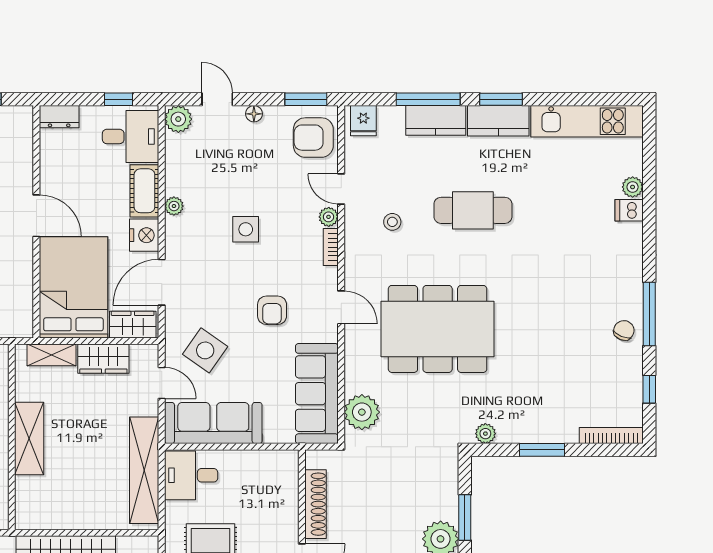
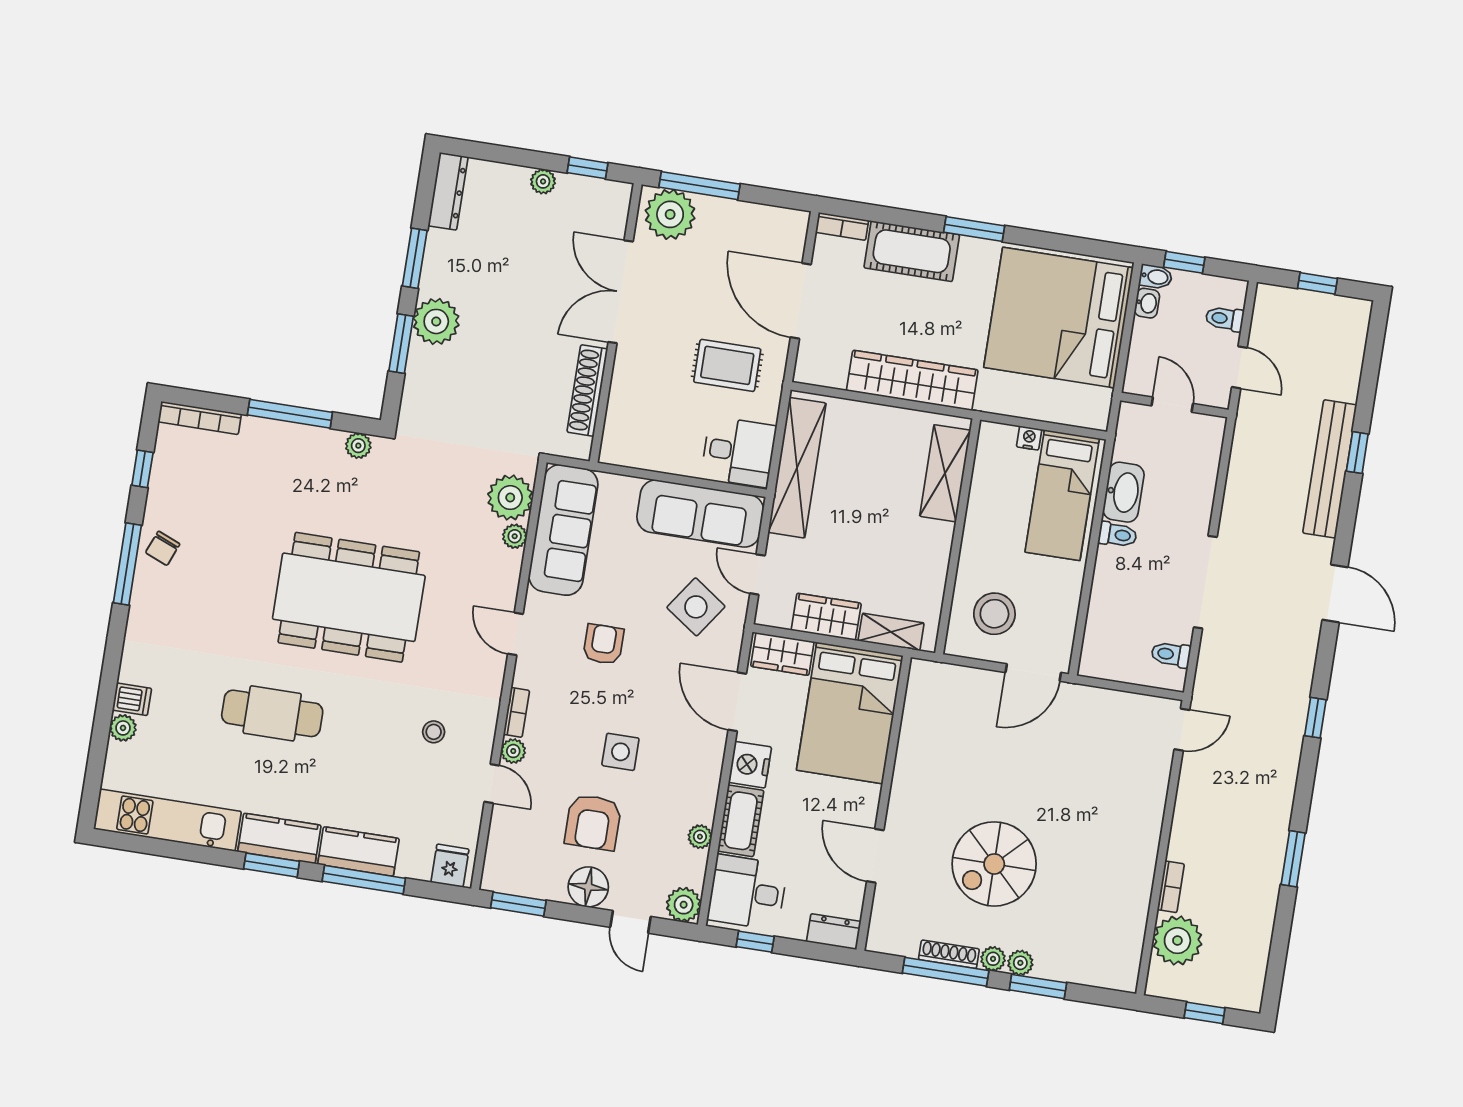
floor lamp: (254, 114) -> (588, 887), width x1.89, depth x1.89
armchair: (313, 138) -> (593, 822), moved, turned 90
plant: (174, 206) -> (700, 837), moved
cafe table: (473, 210) -> (272, 713), moved
door: (36, 216) -> (875, 856), moved
door: (162, 282) -> (737, 702), swing flipped
dining table: (438, 329) -> (349, 597), moved
plant: (354, 383) -> (515, 536), added
shelving: (29, 438) -> (945, 473), moved
window: (542, 450) -> (290, 414), width x1.44

